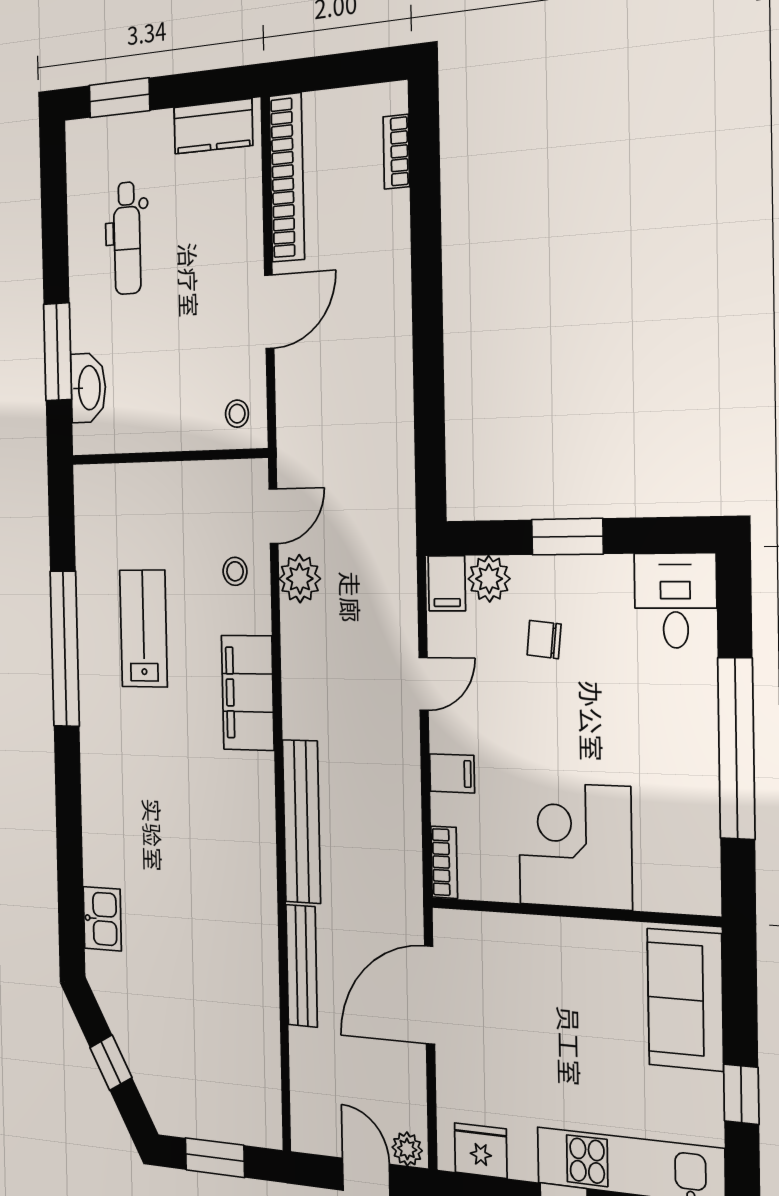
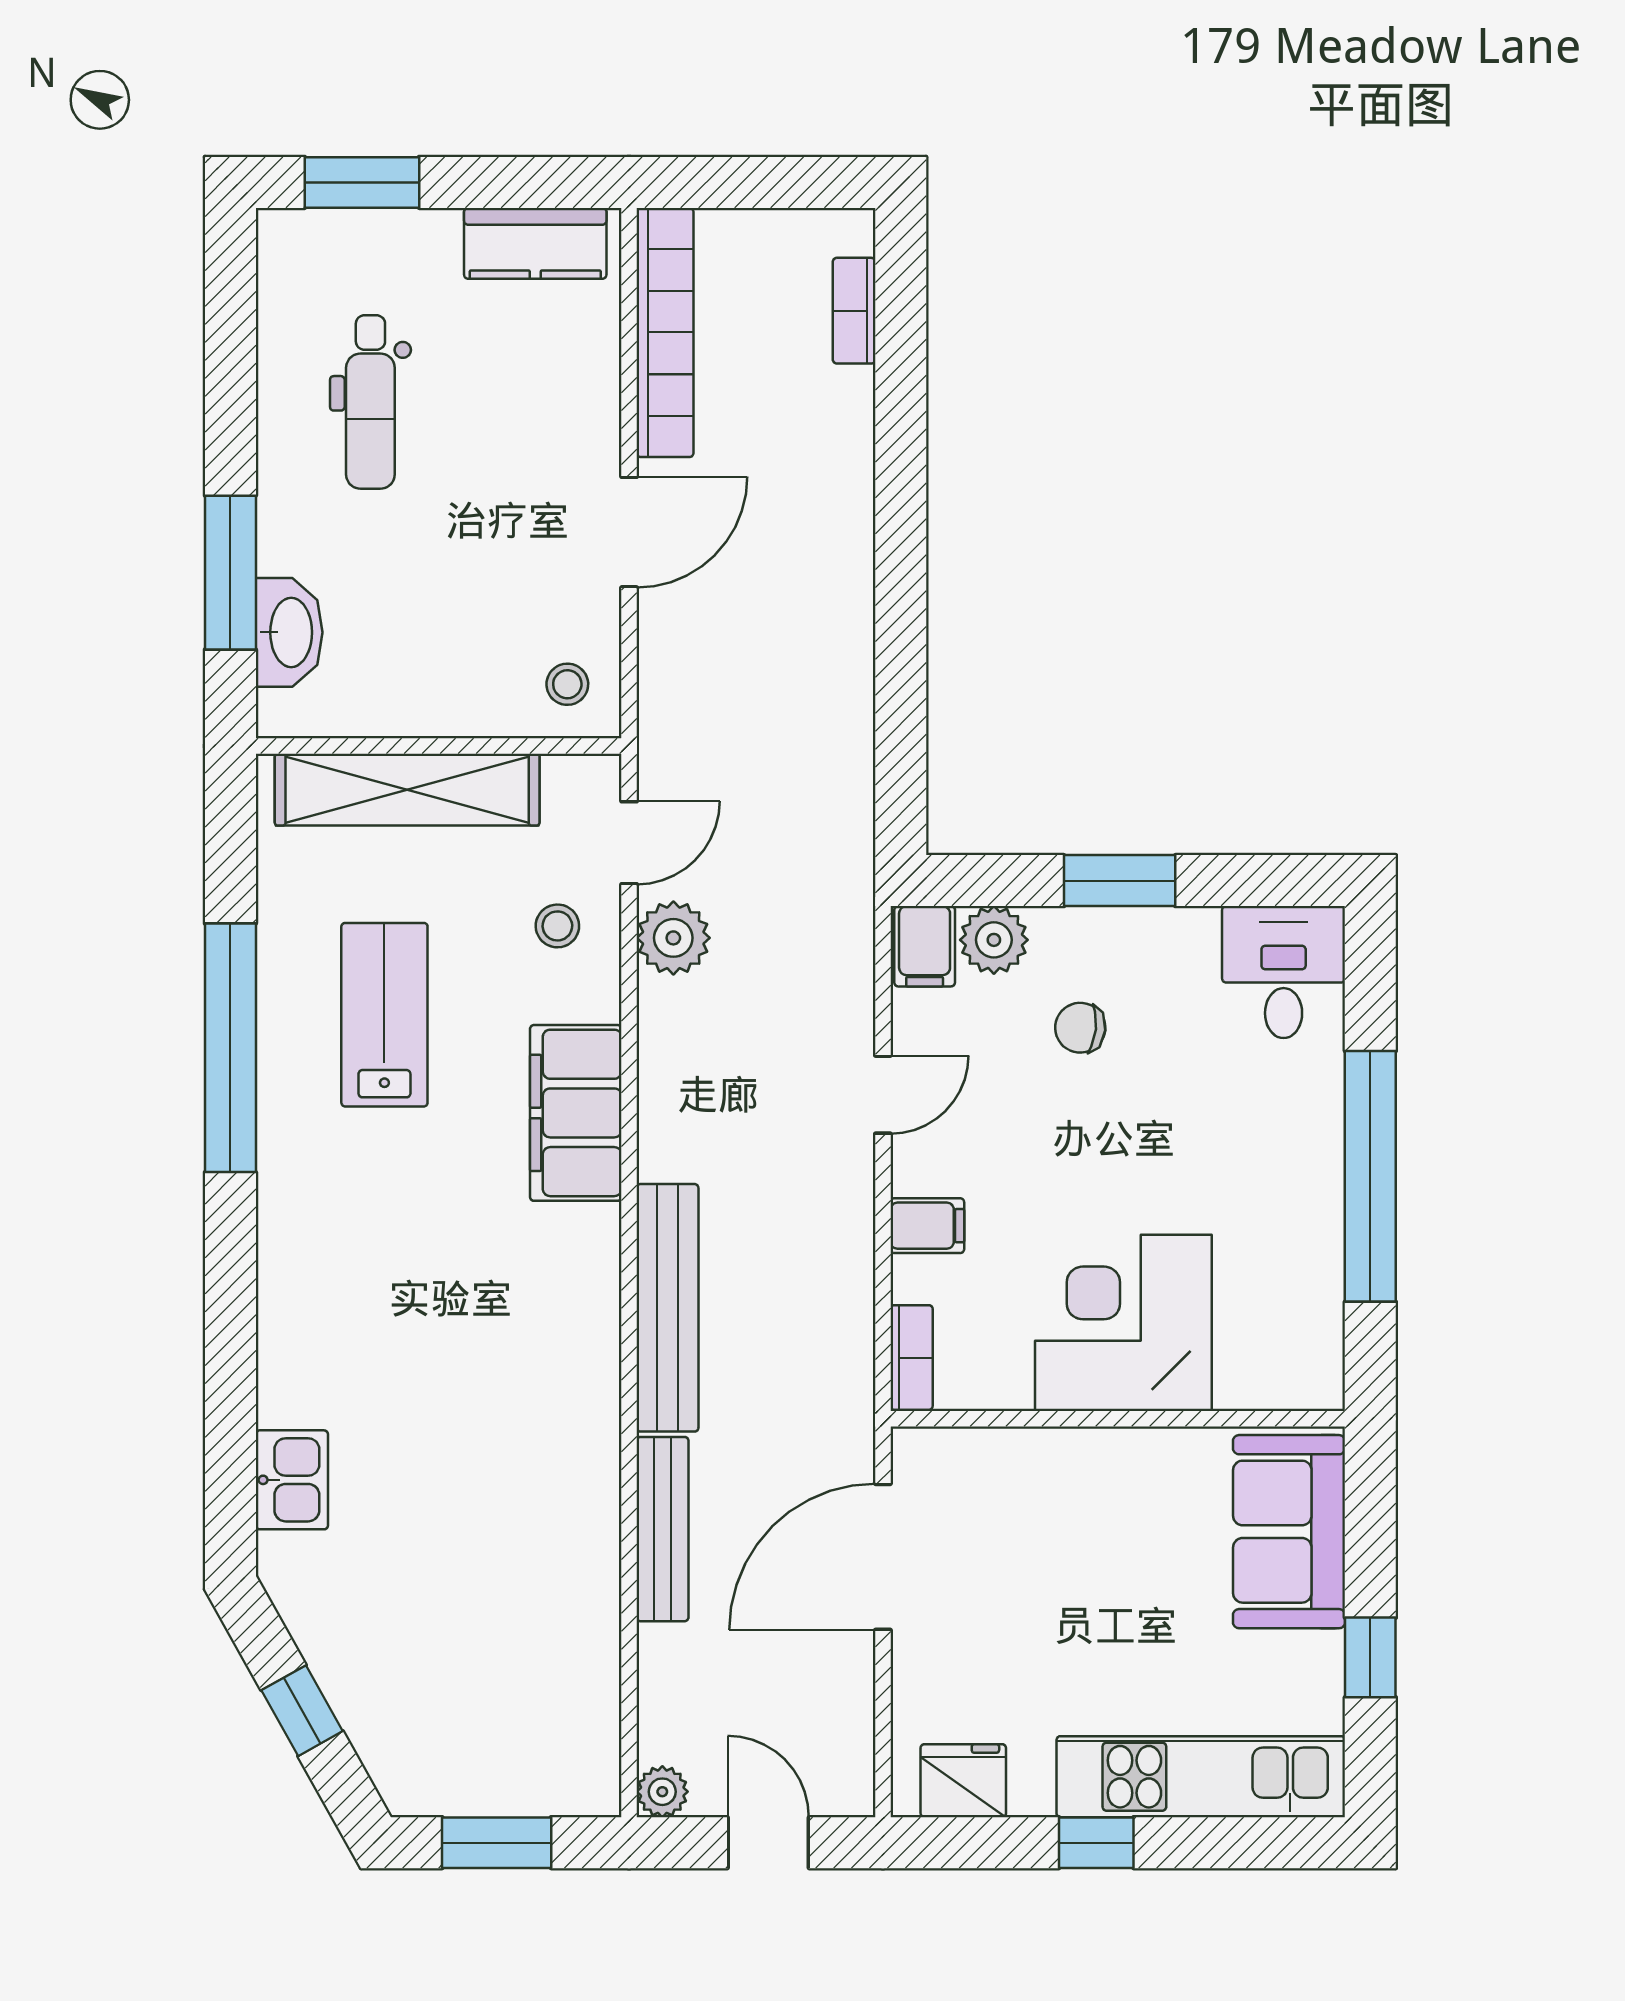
shelving: (152, 485) -> (407, 790), added
plant: (407, 1149) -> (662, 1792), moved

